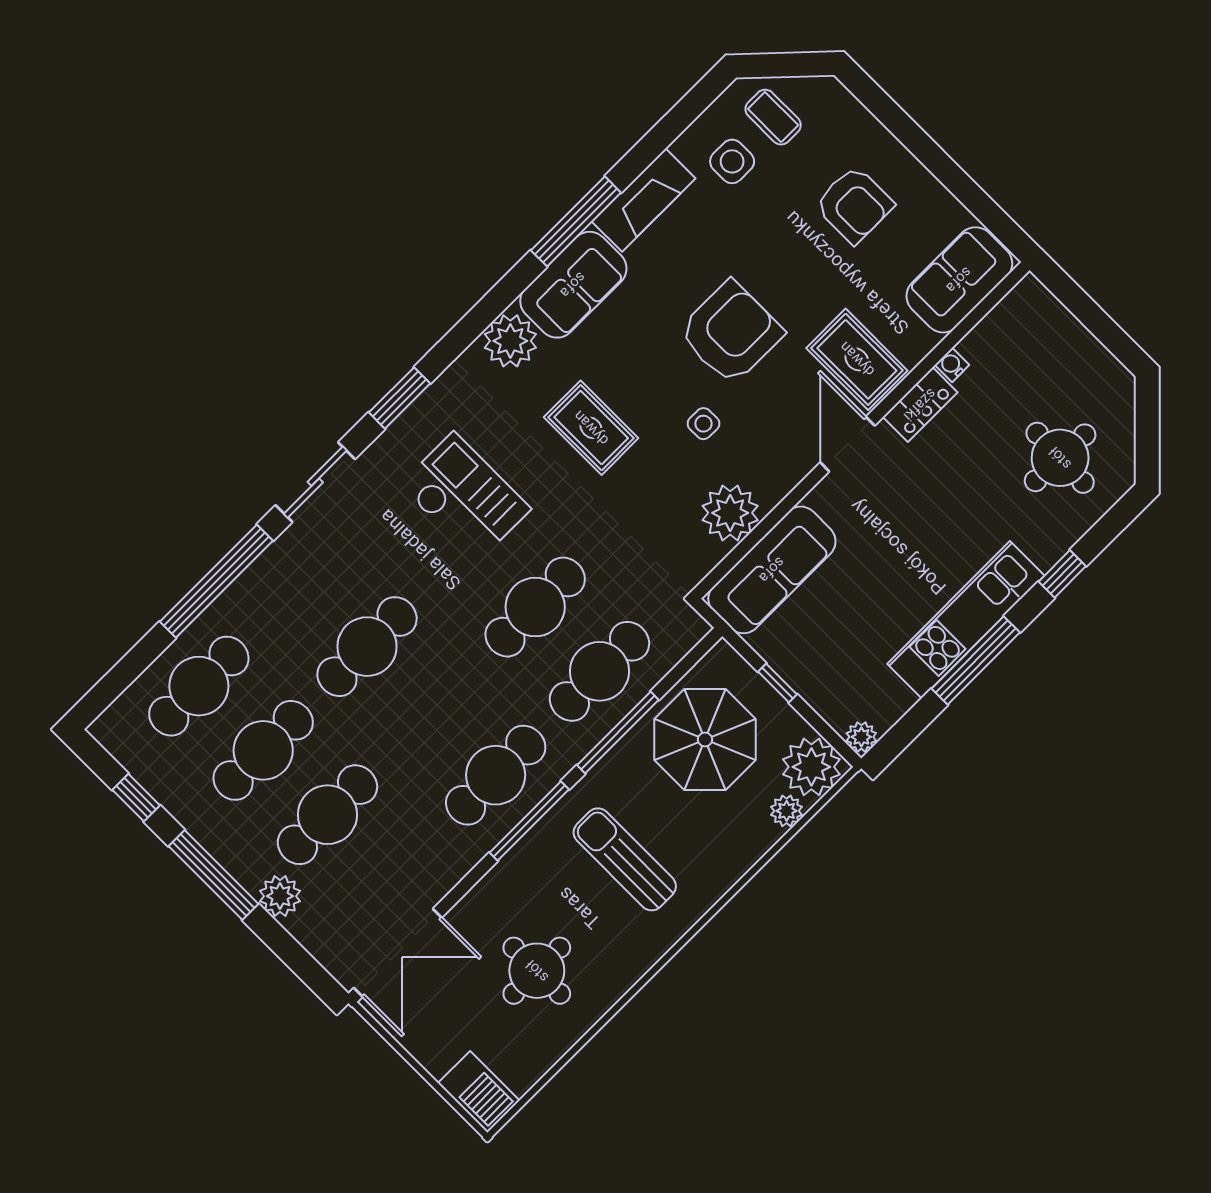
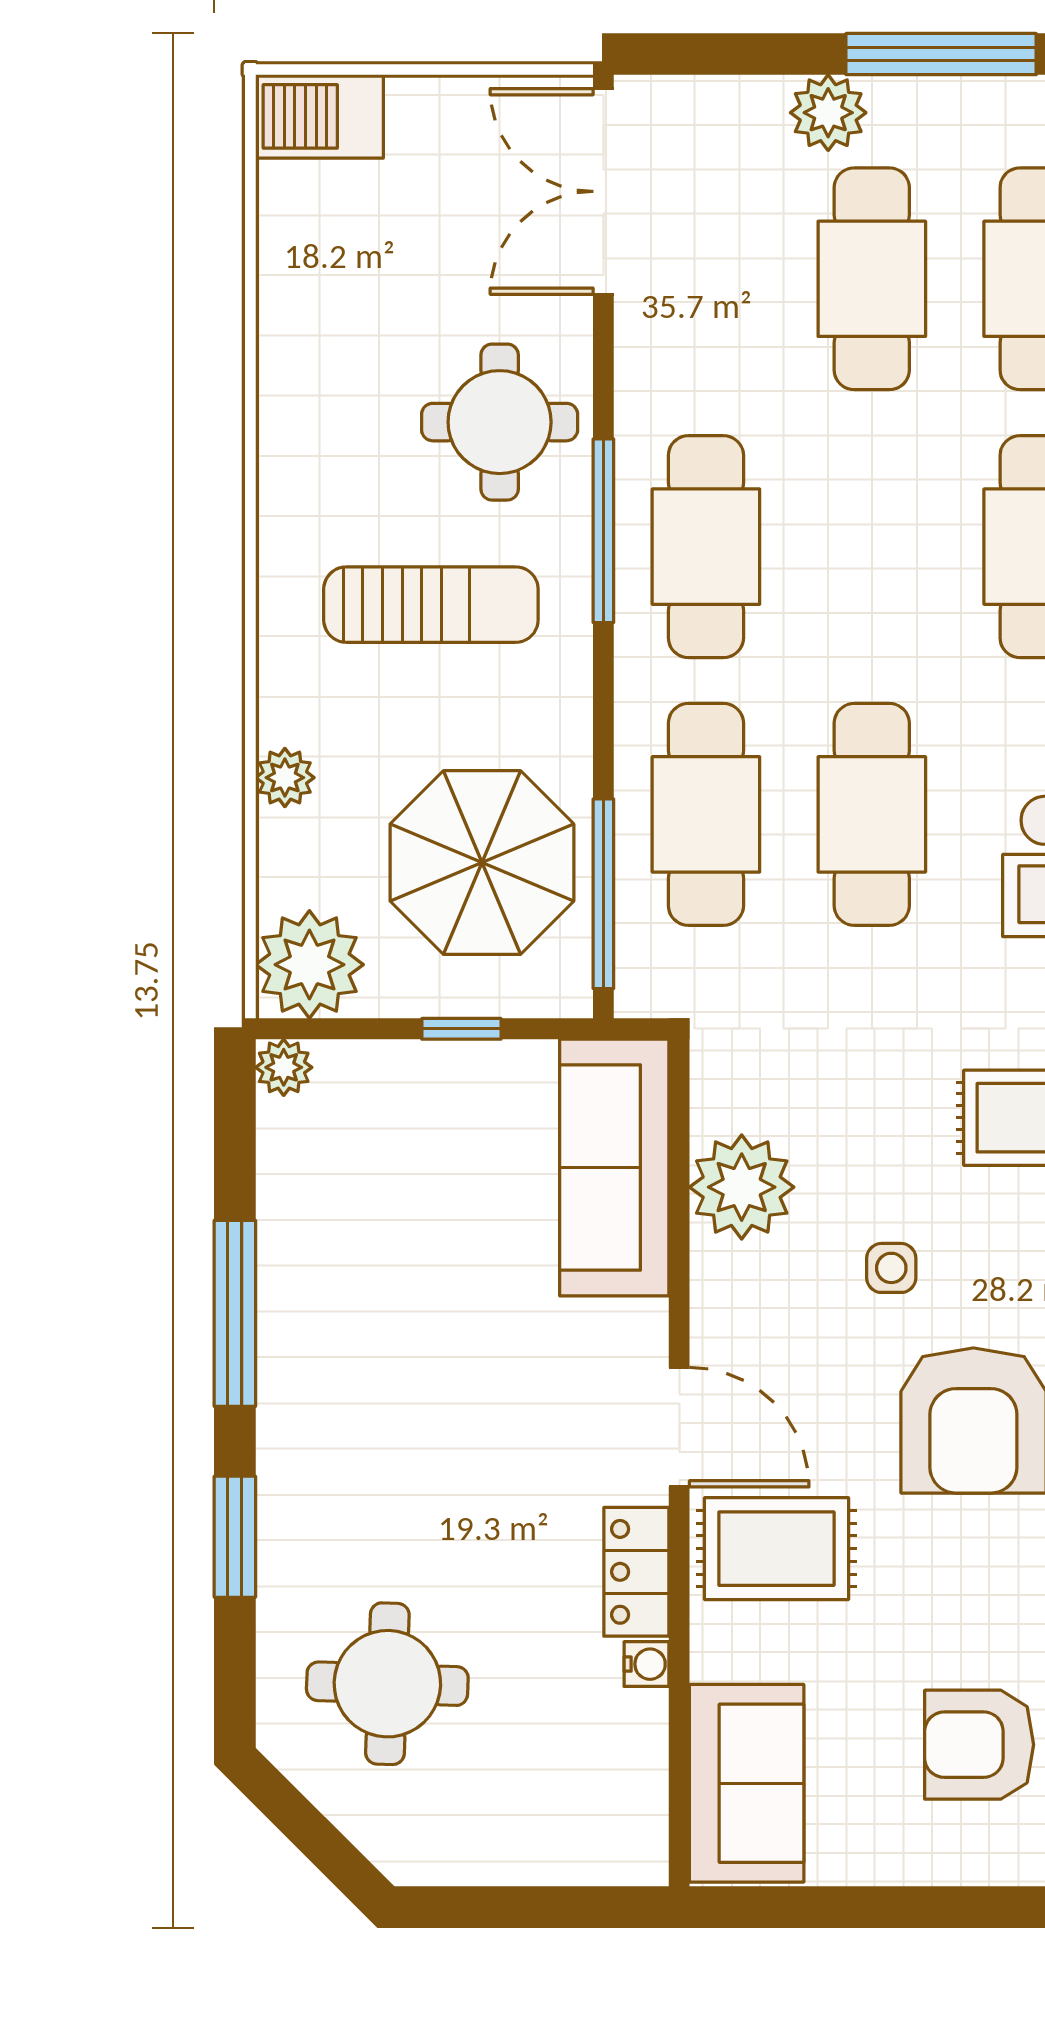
window: (1062, 574) -> (235, 1537), width x1.50
kitchen unit: (966, 620) -> (300, 1353), removed
window: (618, 733) -> (603, 894), moved
plant: (787, 811) -> (285, 778), moved
round table: (537, 971) -> (500, 422), moved

